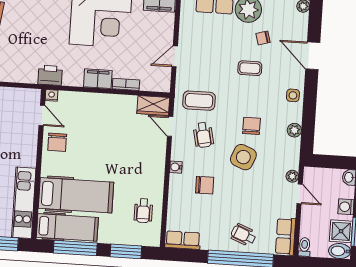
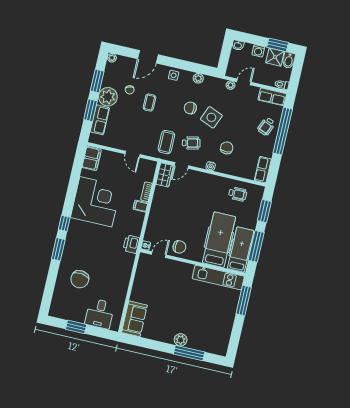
filing cabinet: (98, 79) -> (140, 206), width x0.50

